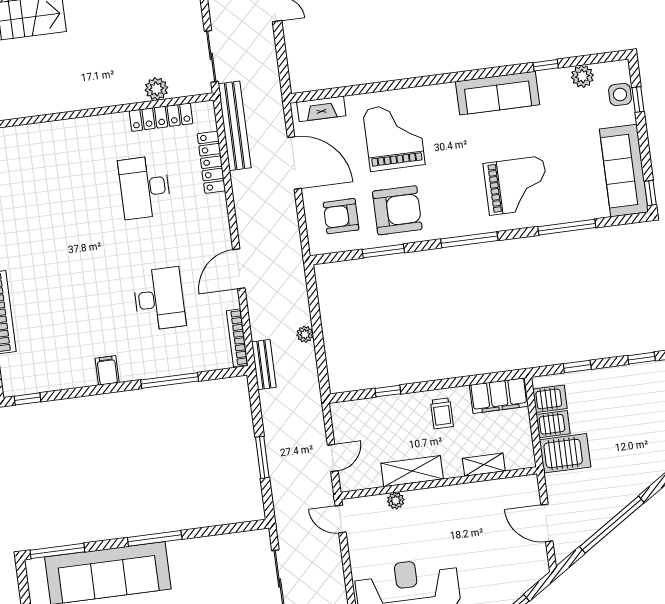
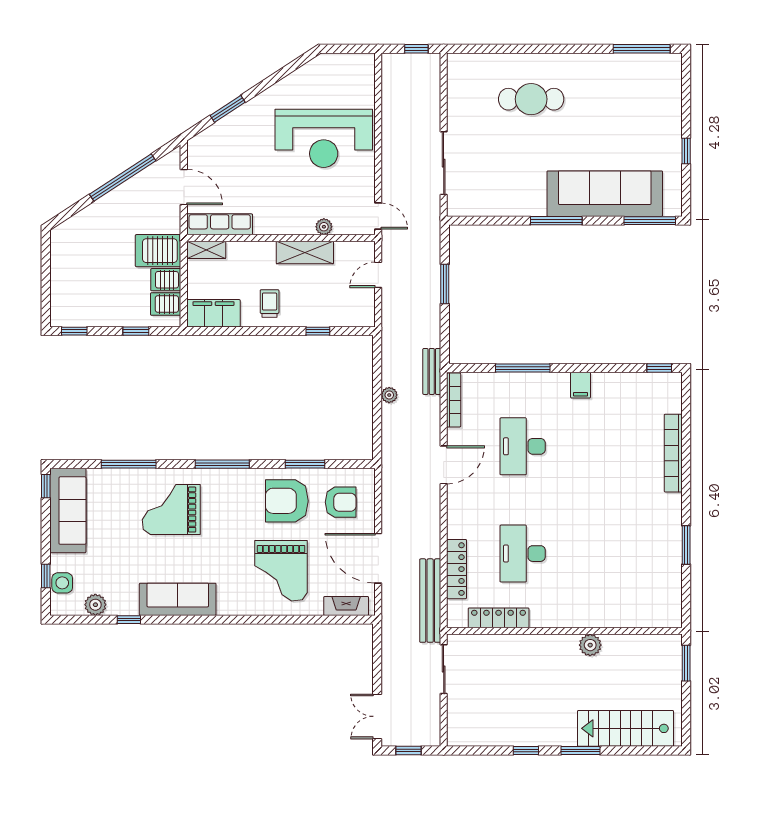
plant: (156, 89) -> (590, 645), moved
desk: (145, 187) -> (523, 554), turned 180
shelving: (484, 465) -> (206, 250), moved
row of seats: (505, 489) -> (220, 224), added

